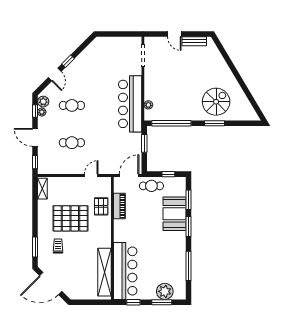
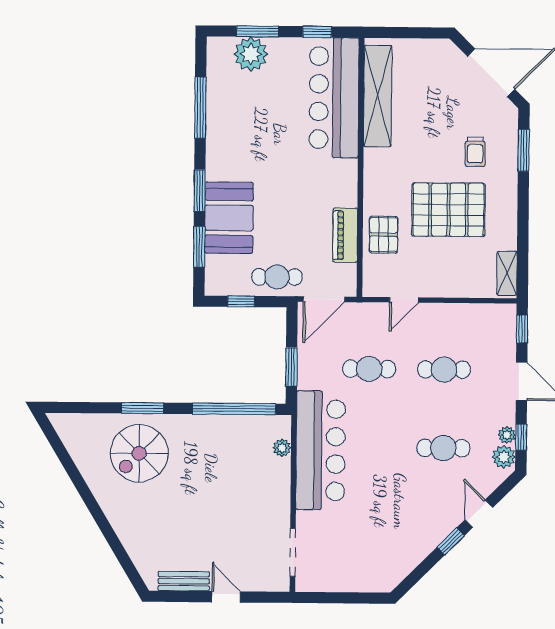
cafe table: (107, 143) -> (369, 369), added

